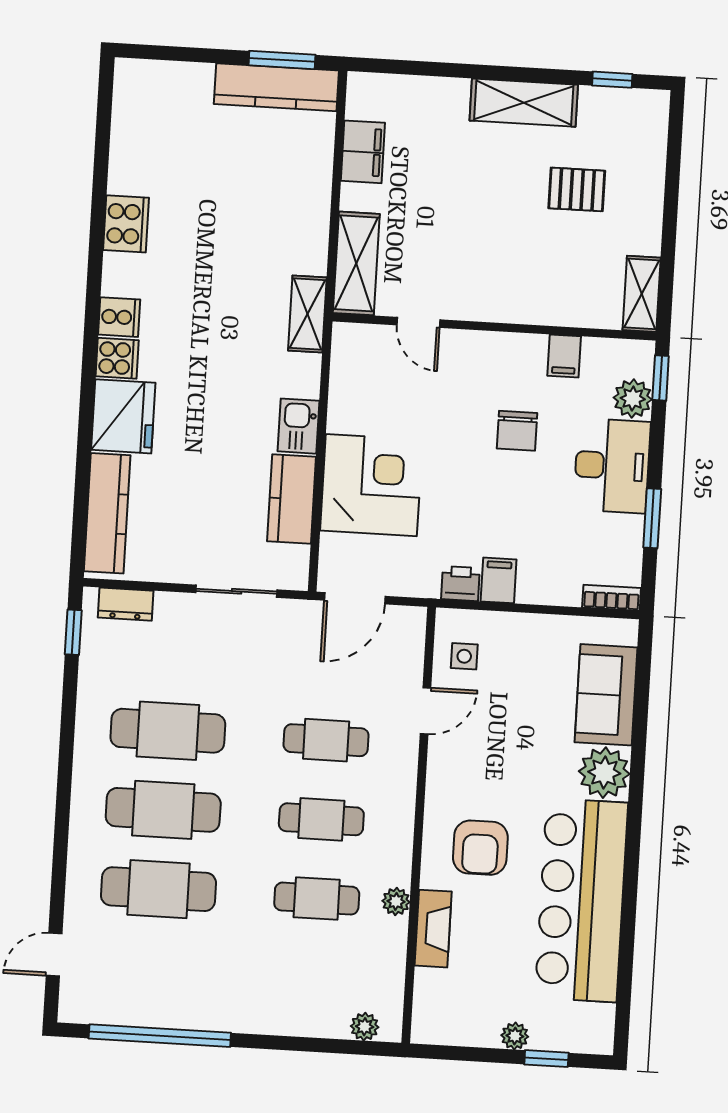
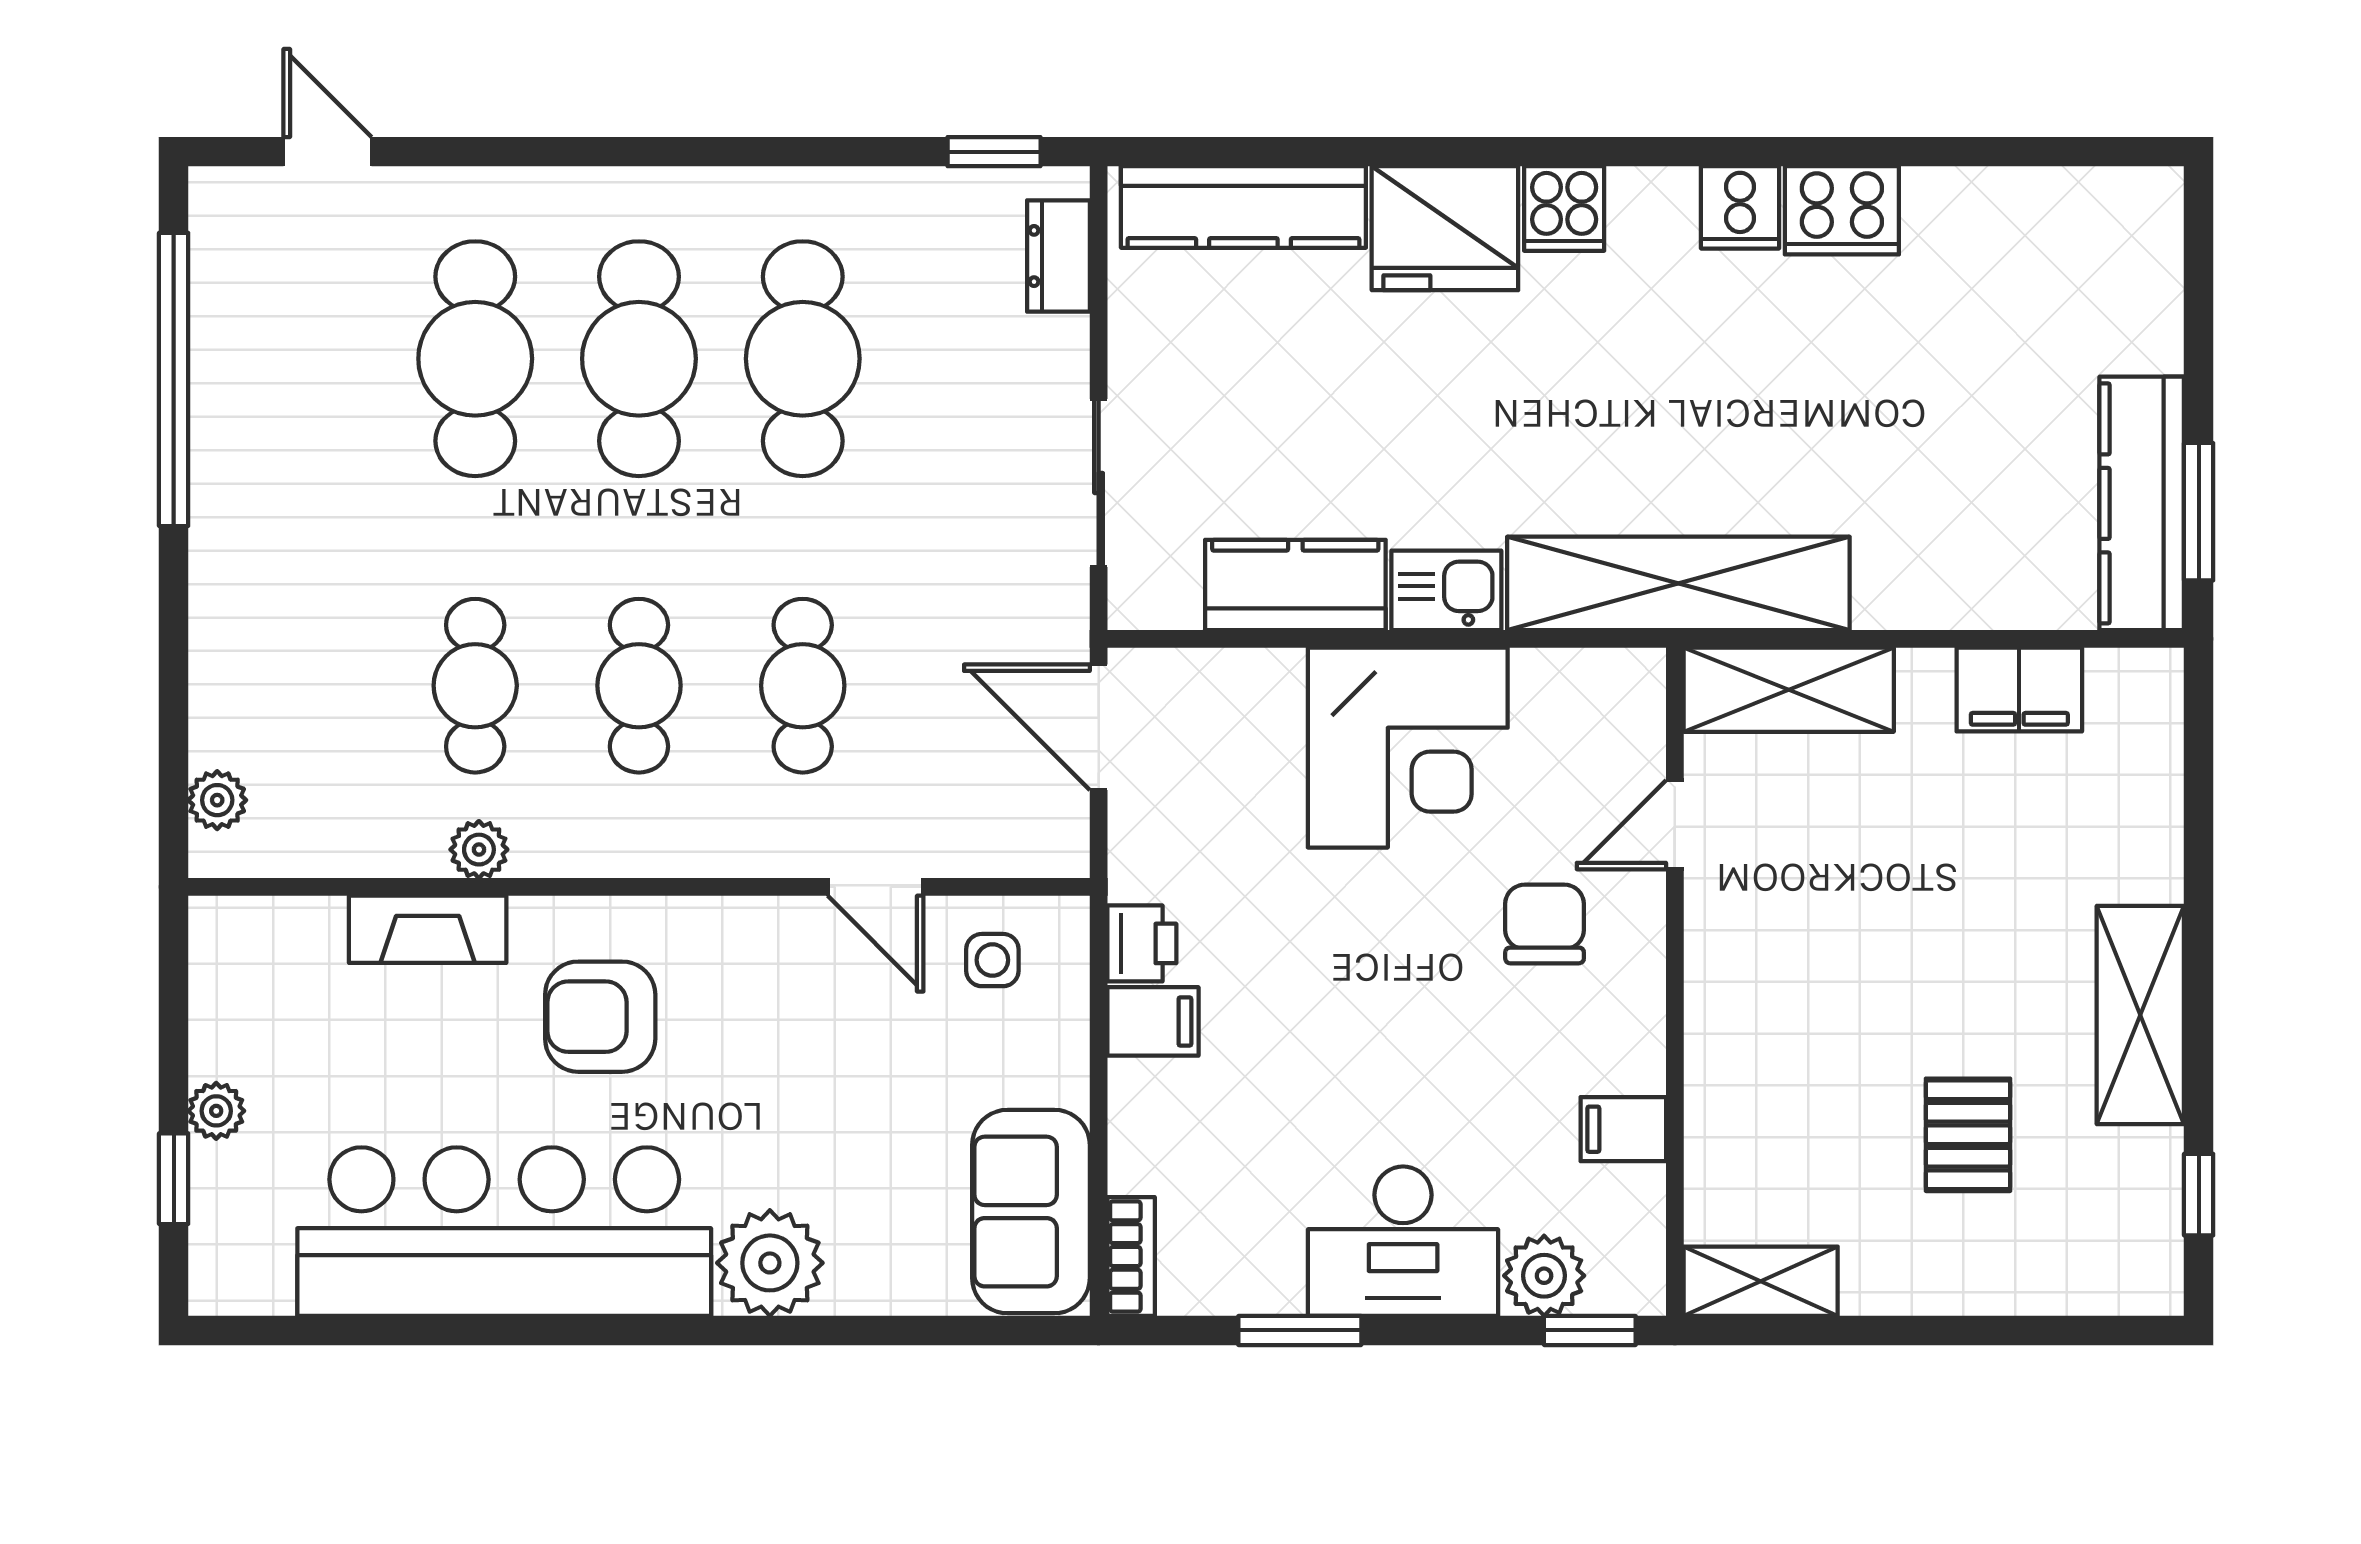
shelving: (307, 314) -> (1678, 583), width x2.20, depth x1.33
cooker: (119, 317) -> (1740, 207), moved
chair: (517, 431) -> (1545, 924), moved, turned 90
corner desk: (371, 485) -> (1408, 748), moved
sofa: (606, 695) -> (1031, 1212), moved, turned -90

